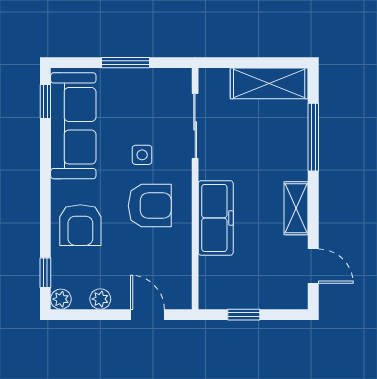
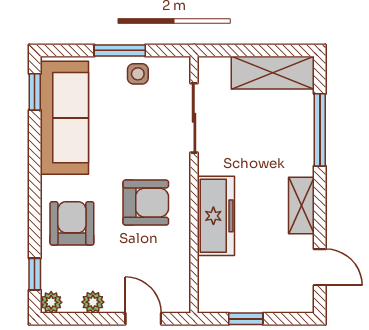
side table: (142, 155) -> (138, 74), moved
armchair: (80, 225) -> (72, 223), turned 180

